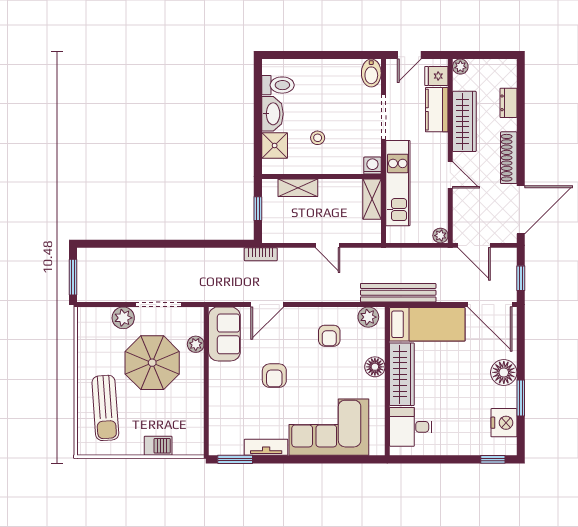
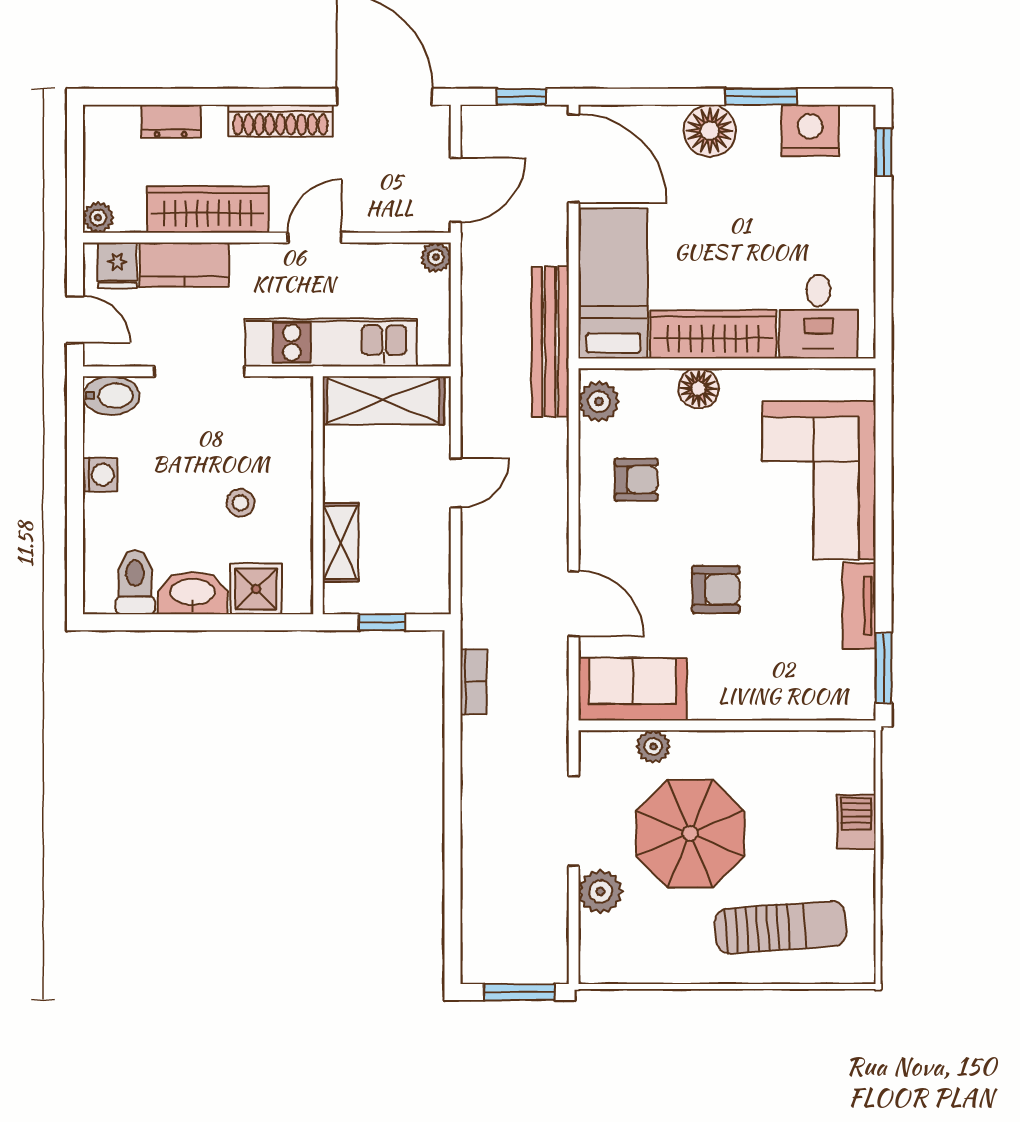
washing machine: (372, 166) -> (100, 475), moved, turned 180
shelving: (372, 199) -> (383, 400), width x1.50, depth x1.33
bookcase: (261, 254) -> (473, 682), moved
door: (490, 304) -> (574, 158), hinge flipped

